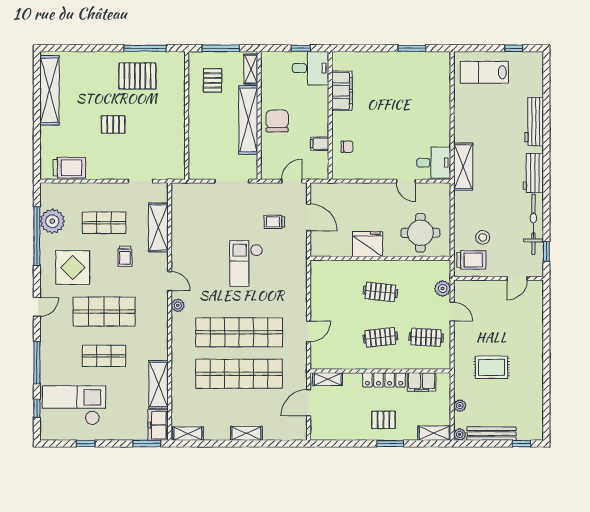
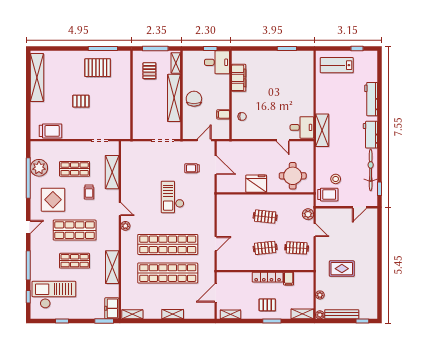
shelving: (328, 379) -> (230, 314), moved
filing cabinet: (422, 382) -> (289, 279), width x0.50
shelving: (158, 384) -> (112, 267), moved

